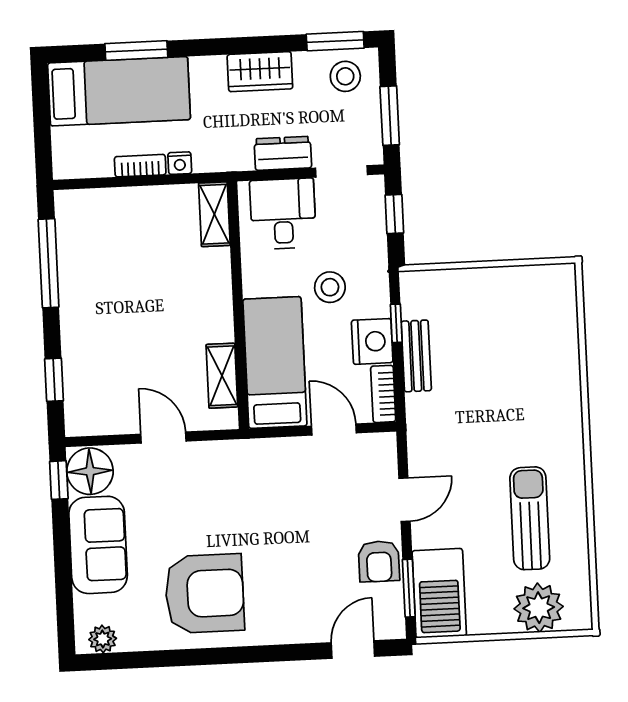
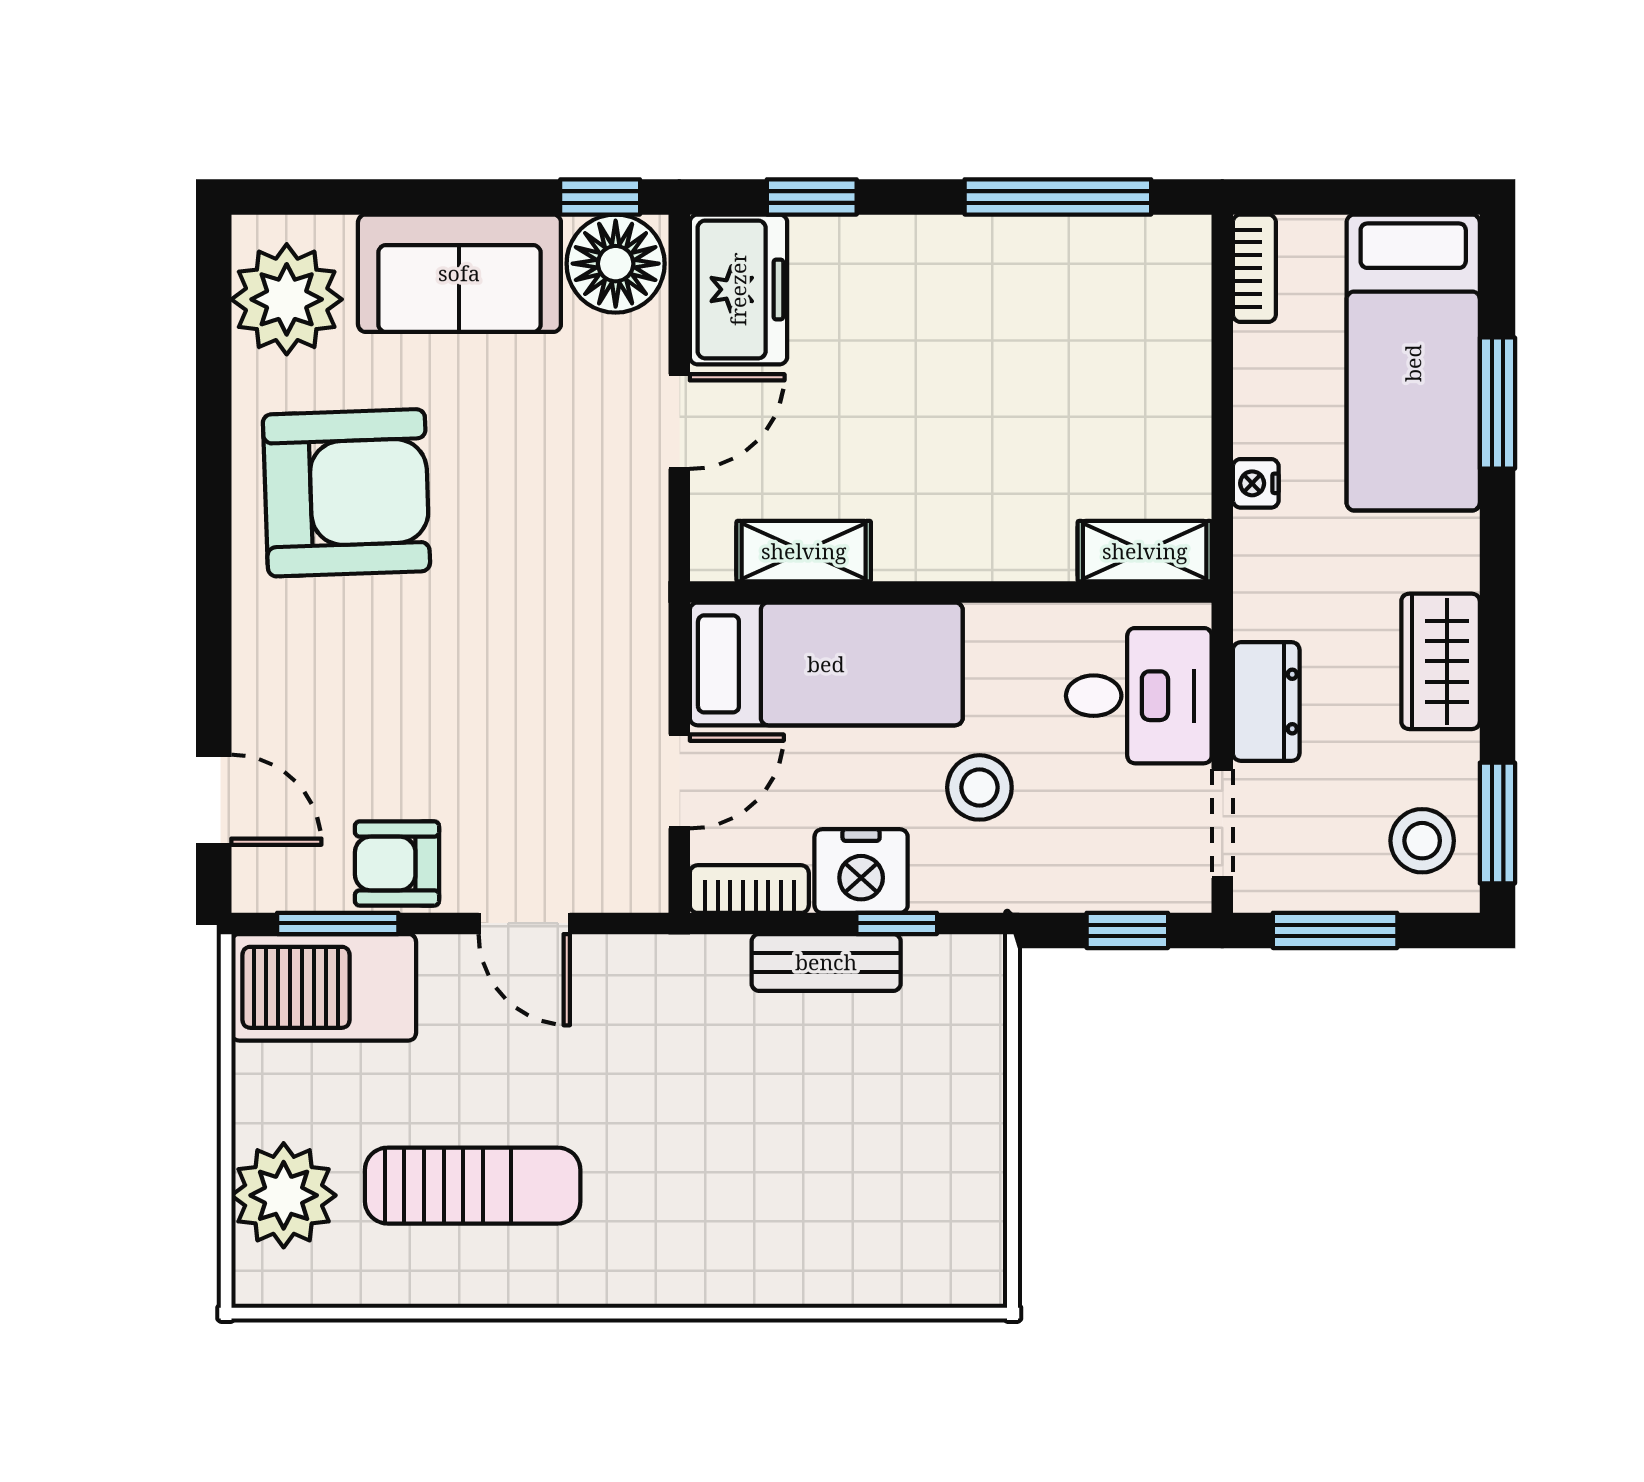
bookcase: (140, 166) -> (1254, 268), moved
freezer: (99, 412) -> (738, 289), added
armchair: (205, 594) -> (346, 493), turned -92
plant: (103, 639) -> (287, 299), width x1.88, depth x1.88

